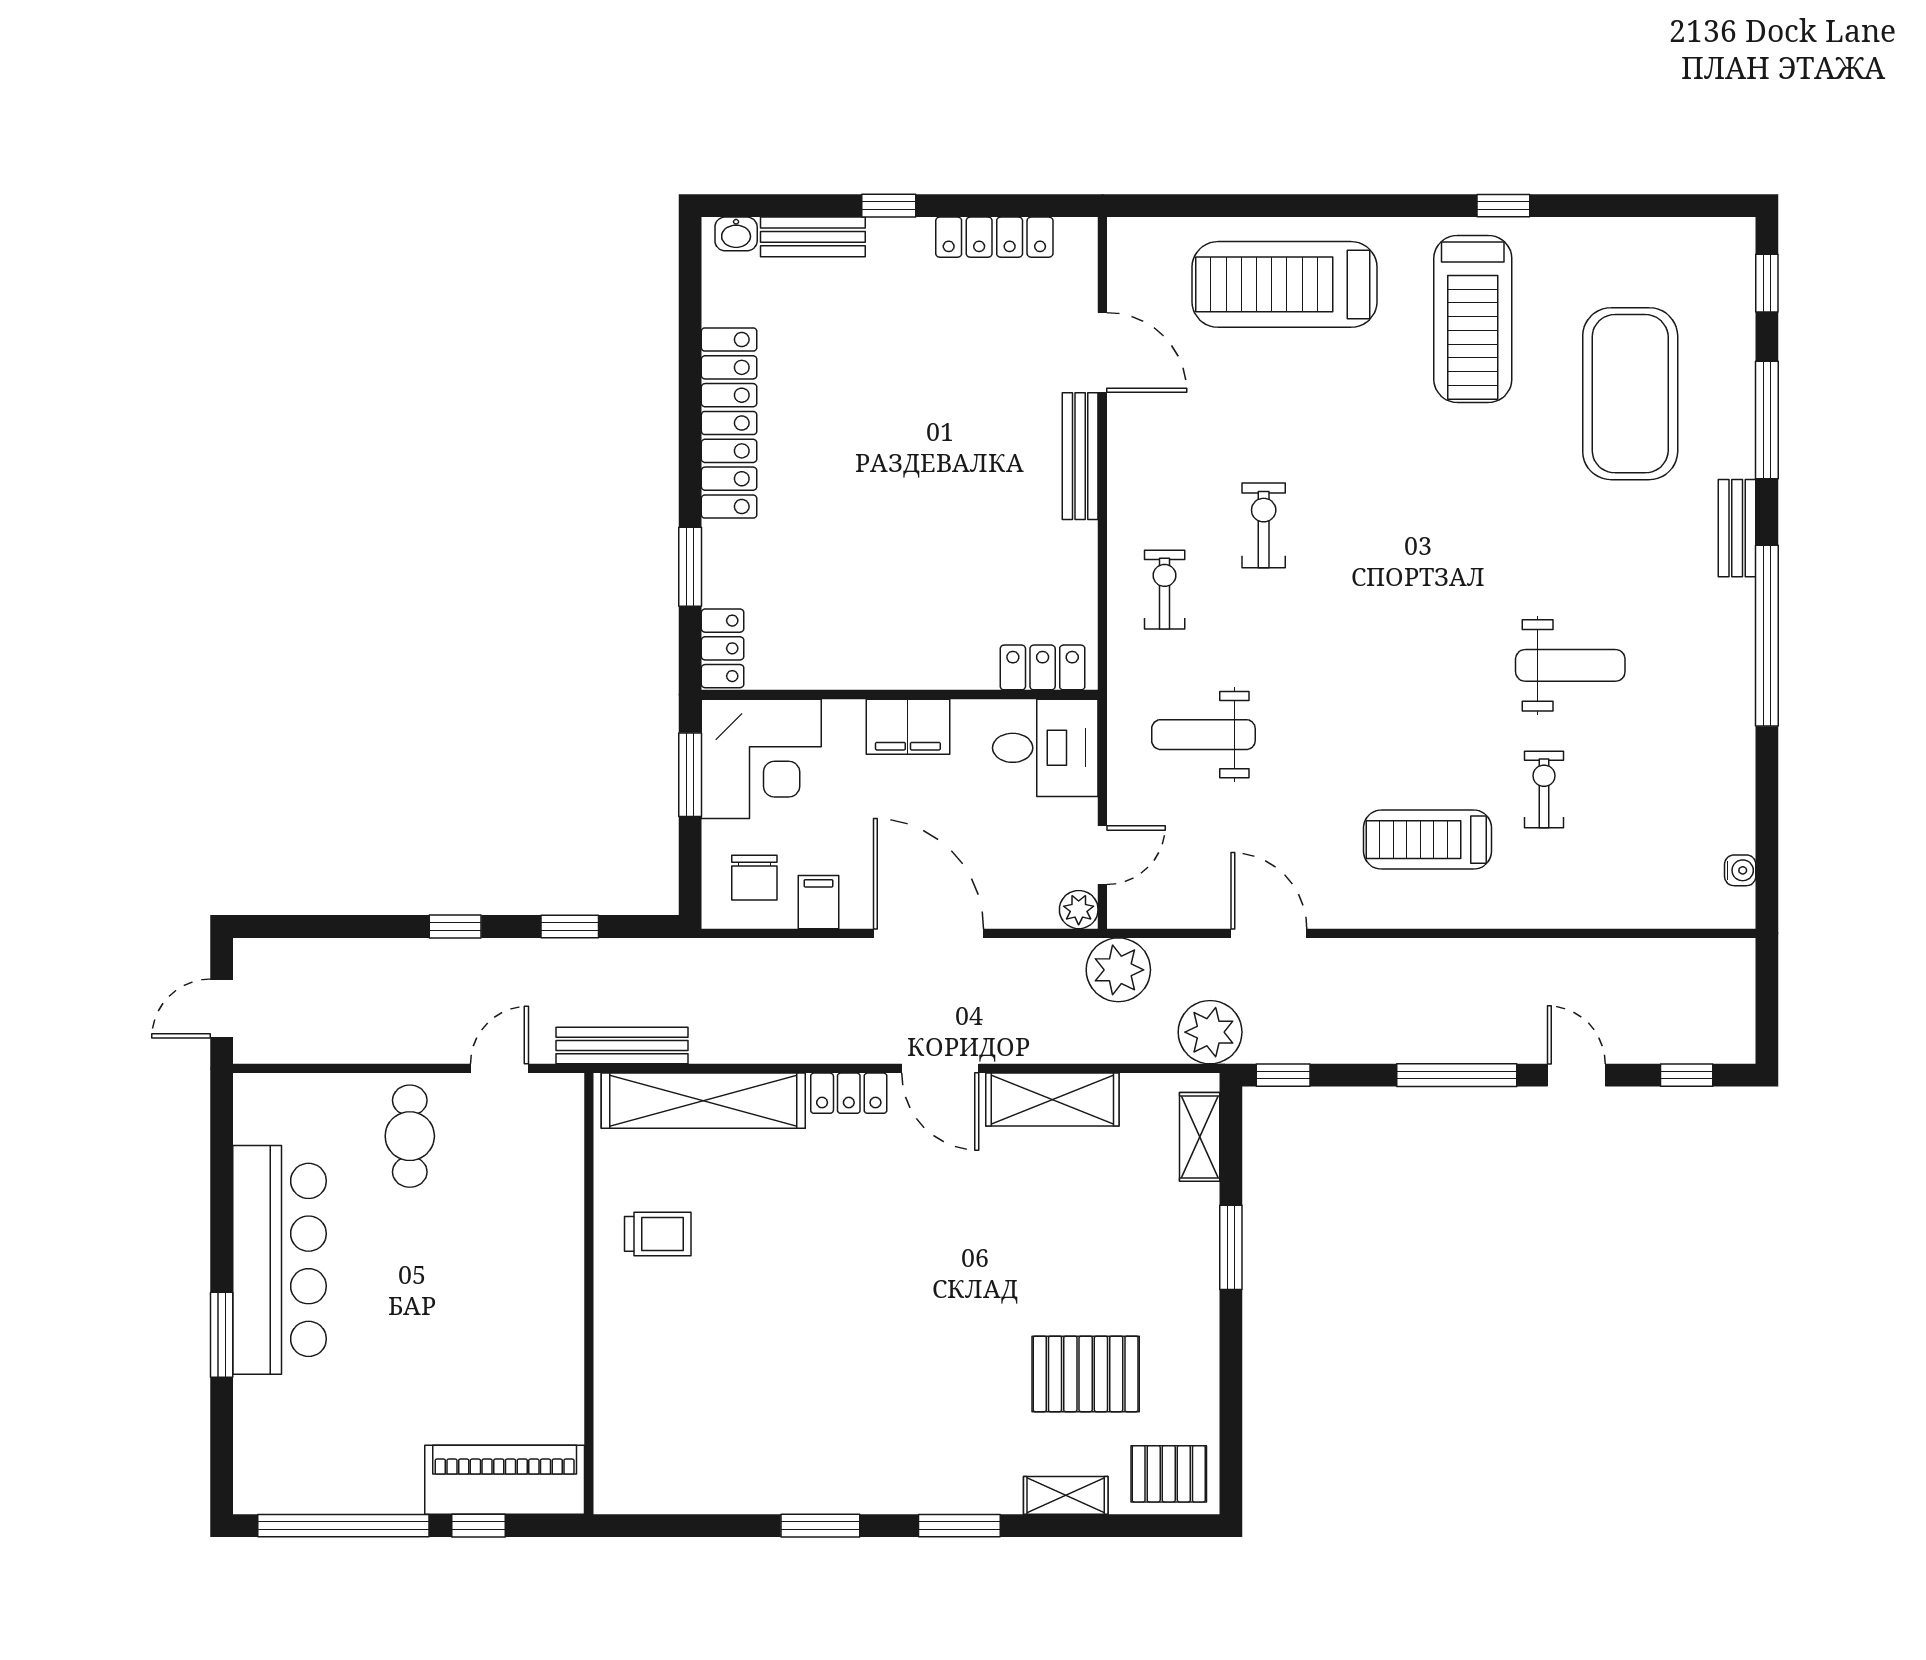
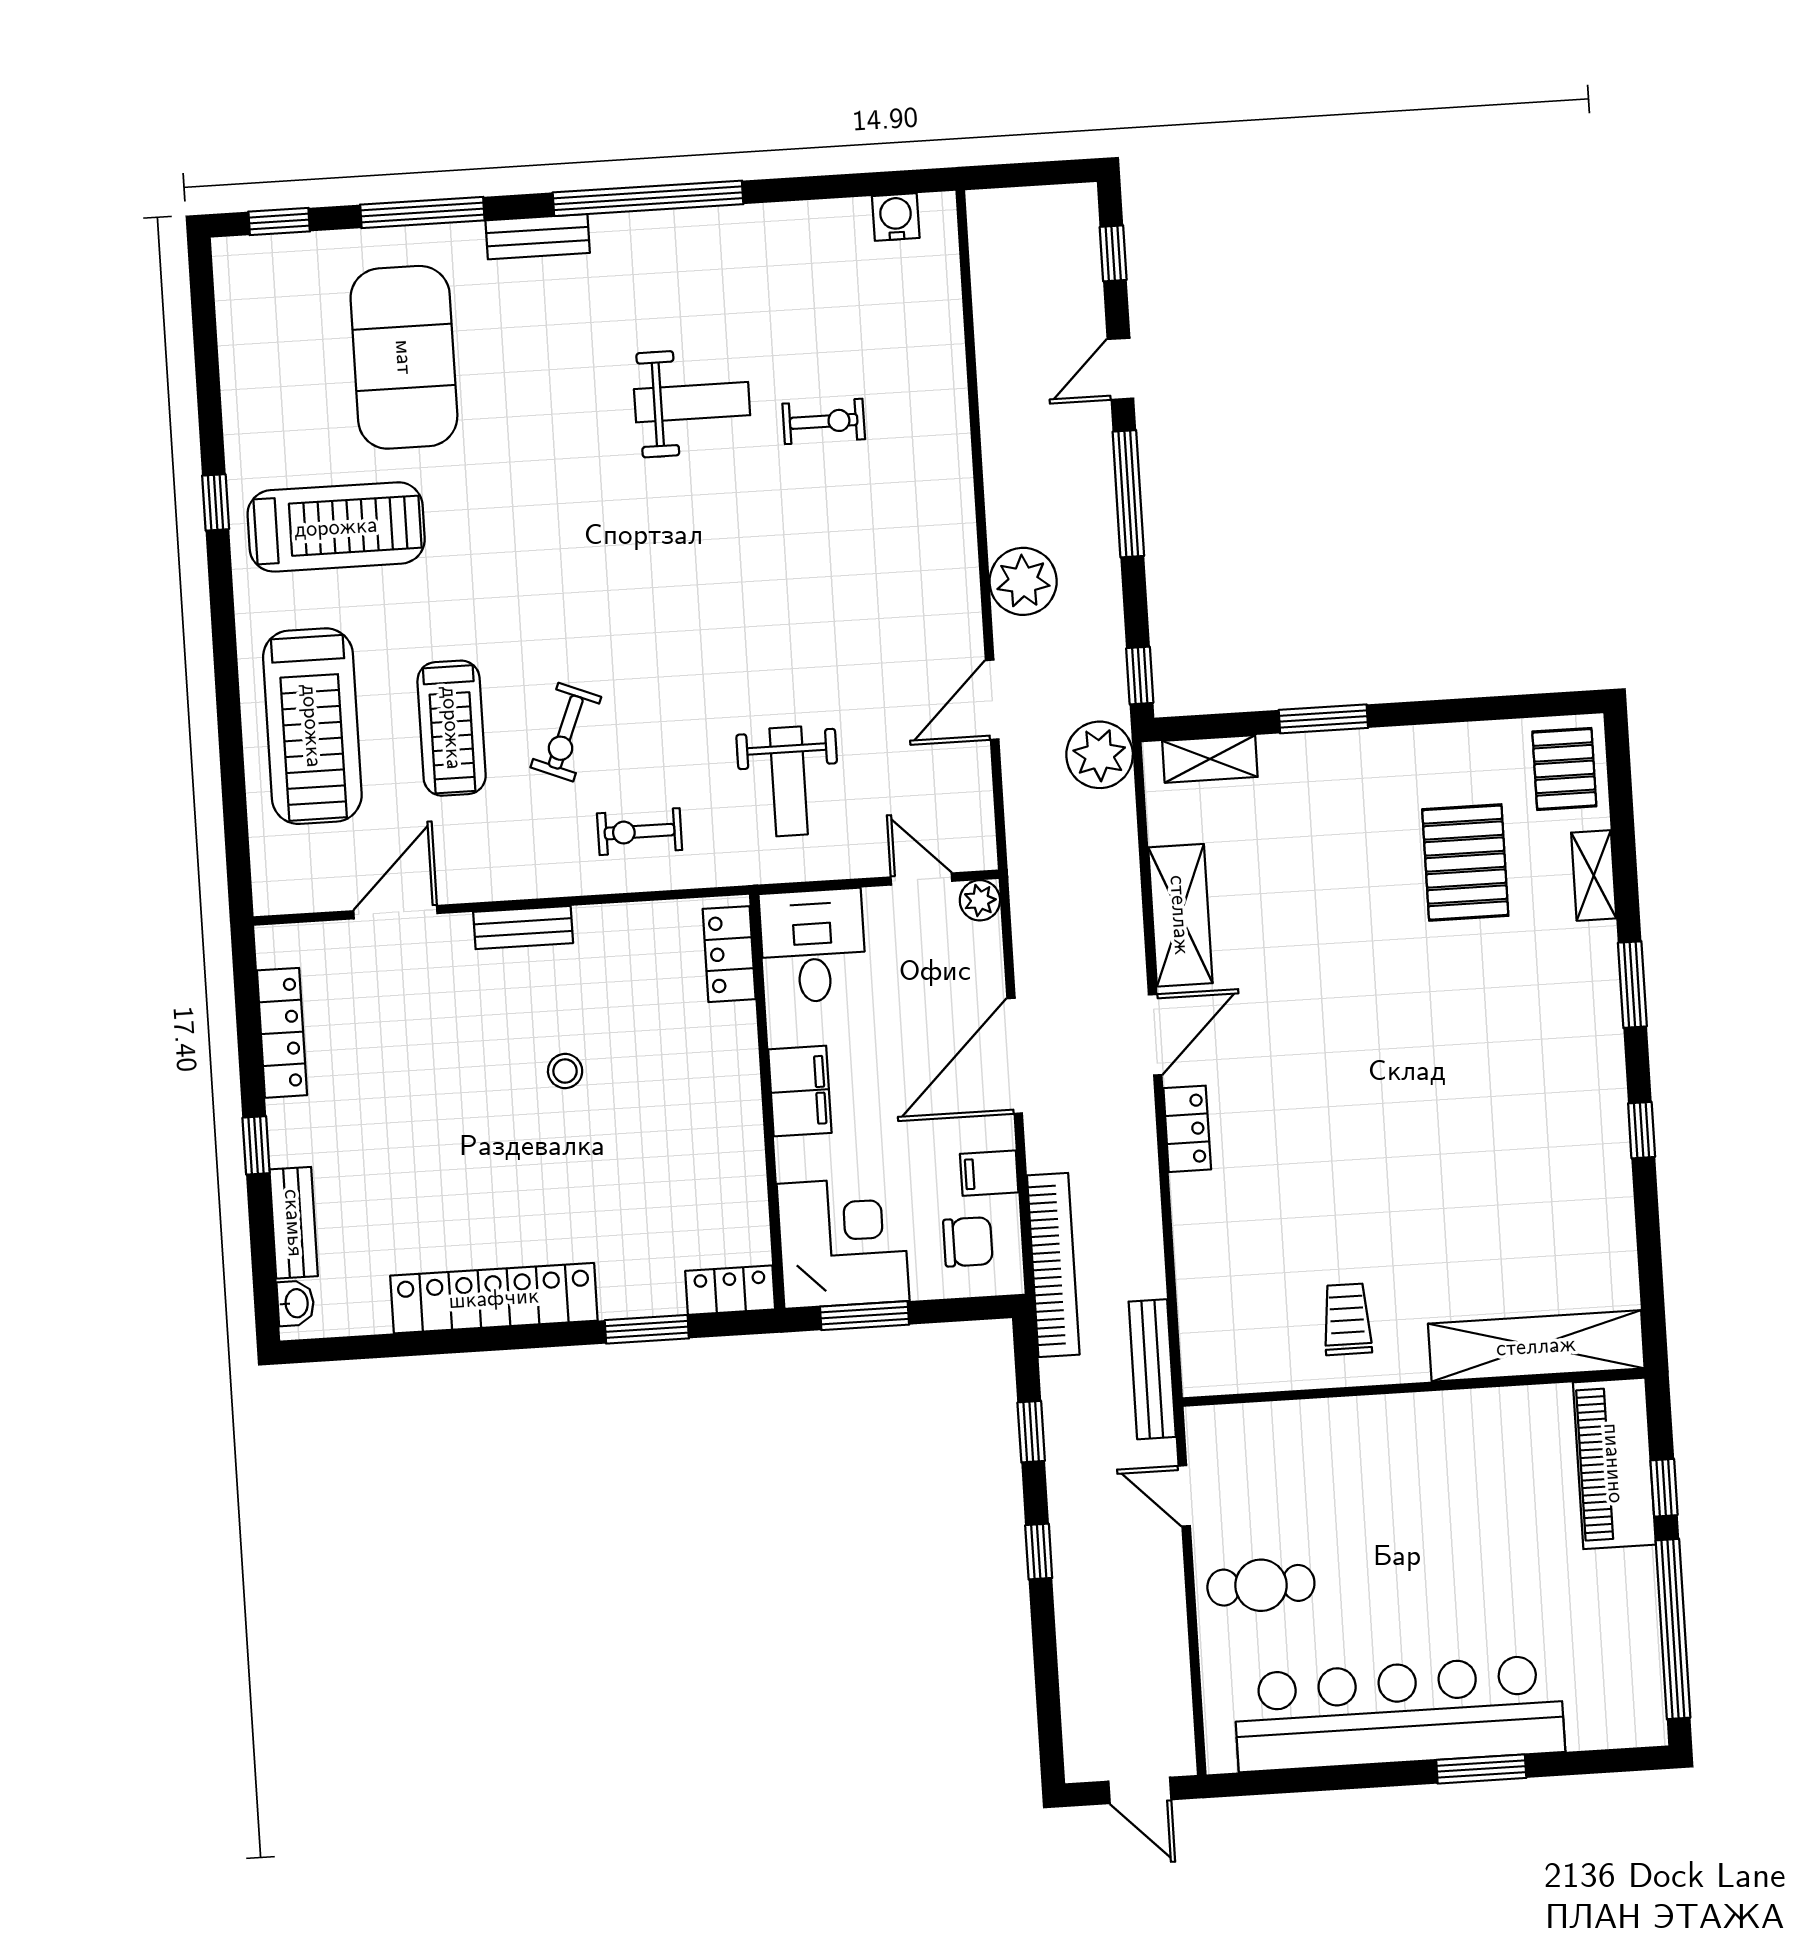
exercise mat: (1630, 394) -> (404, 357), turned 90
bench: (1080, 456) -> (523, 928), width x0.73
stool: (941, 504) -> (565, 1071), added
exercise bike: (1264, 525) -> (566, 732), turned -68
weight bench: (1570, 665) -> (692, 402), turned 90
exercise bike: (1544, 790) -> (824, 421), turned 180
treadmill: (1428, 840) -> (452, 728), moved
water cooler: (1740, 870) -> (896, 217), width x1.38, depth x1.38
bookcase: (727, 957) -> (1053, 1265), added
plant: (1118, 970) -> (1023, 581), moved
shelving: (703, 1101) -> (1536, 1346), moved, turned 90
bar counter: (280, 1260) -> (1399, 1713), width x1.36
window: (820, 1526) -> (1642, 1130), width x0.67

